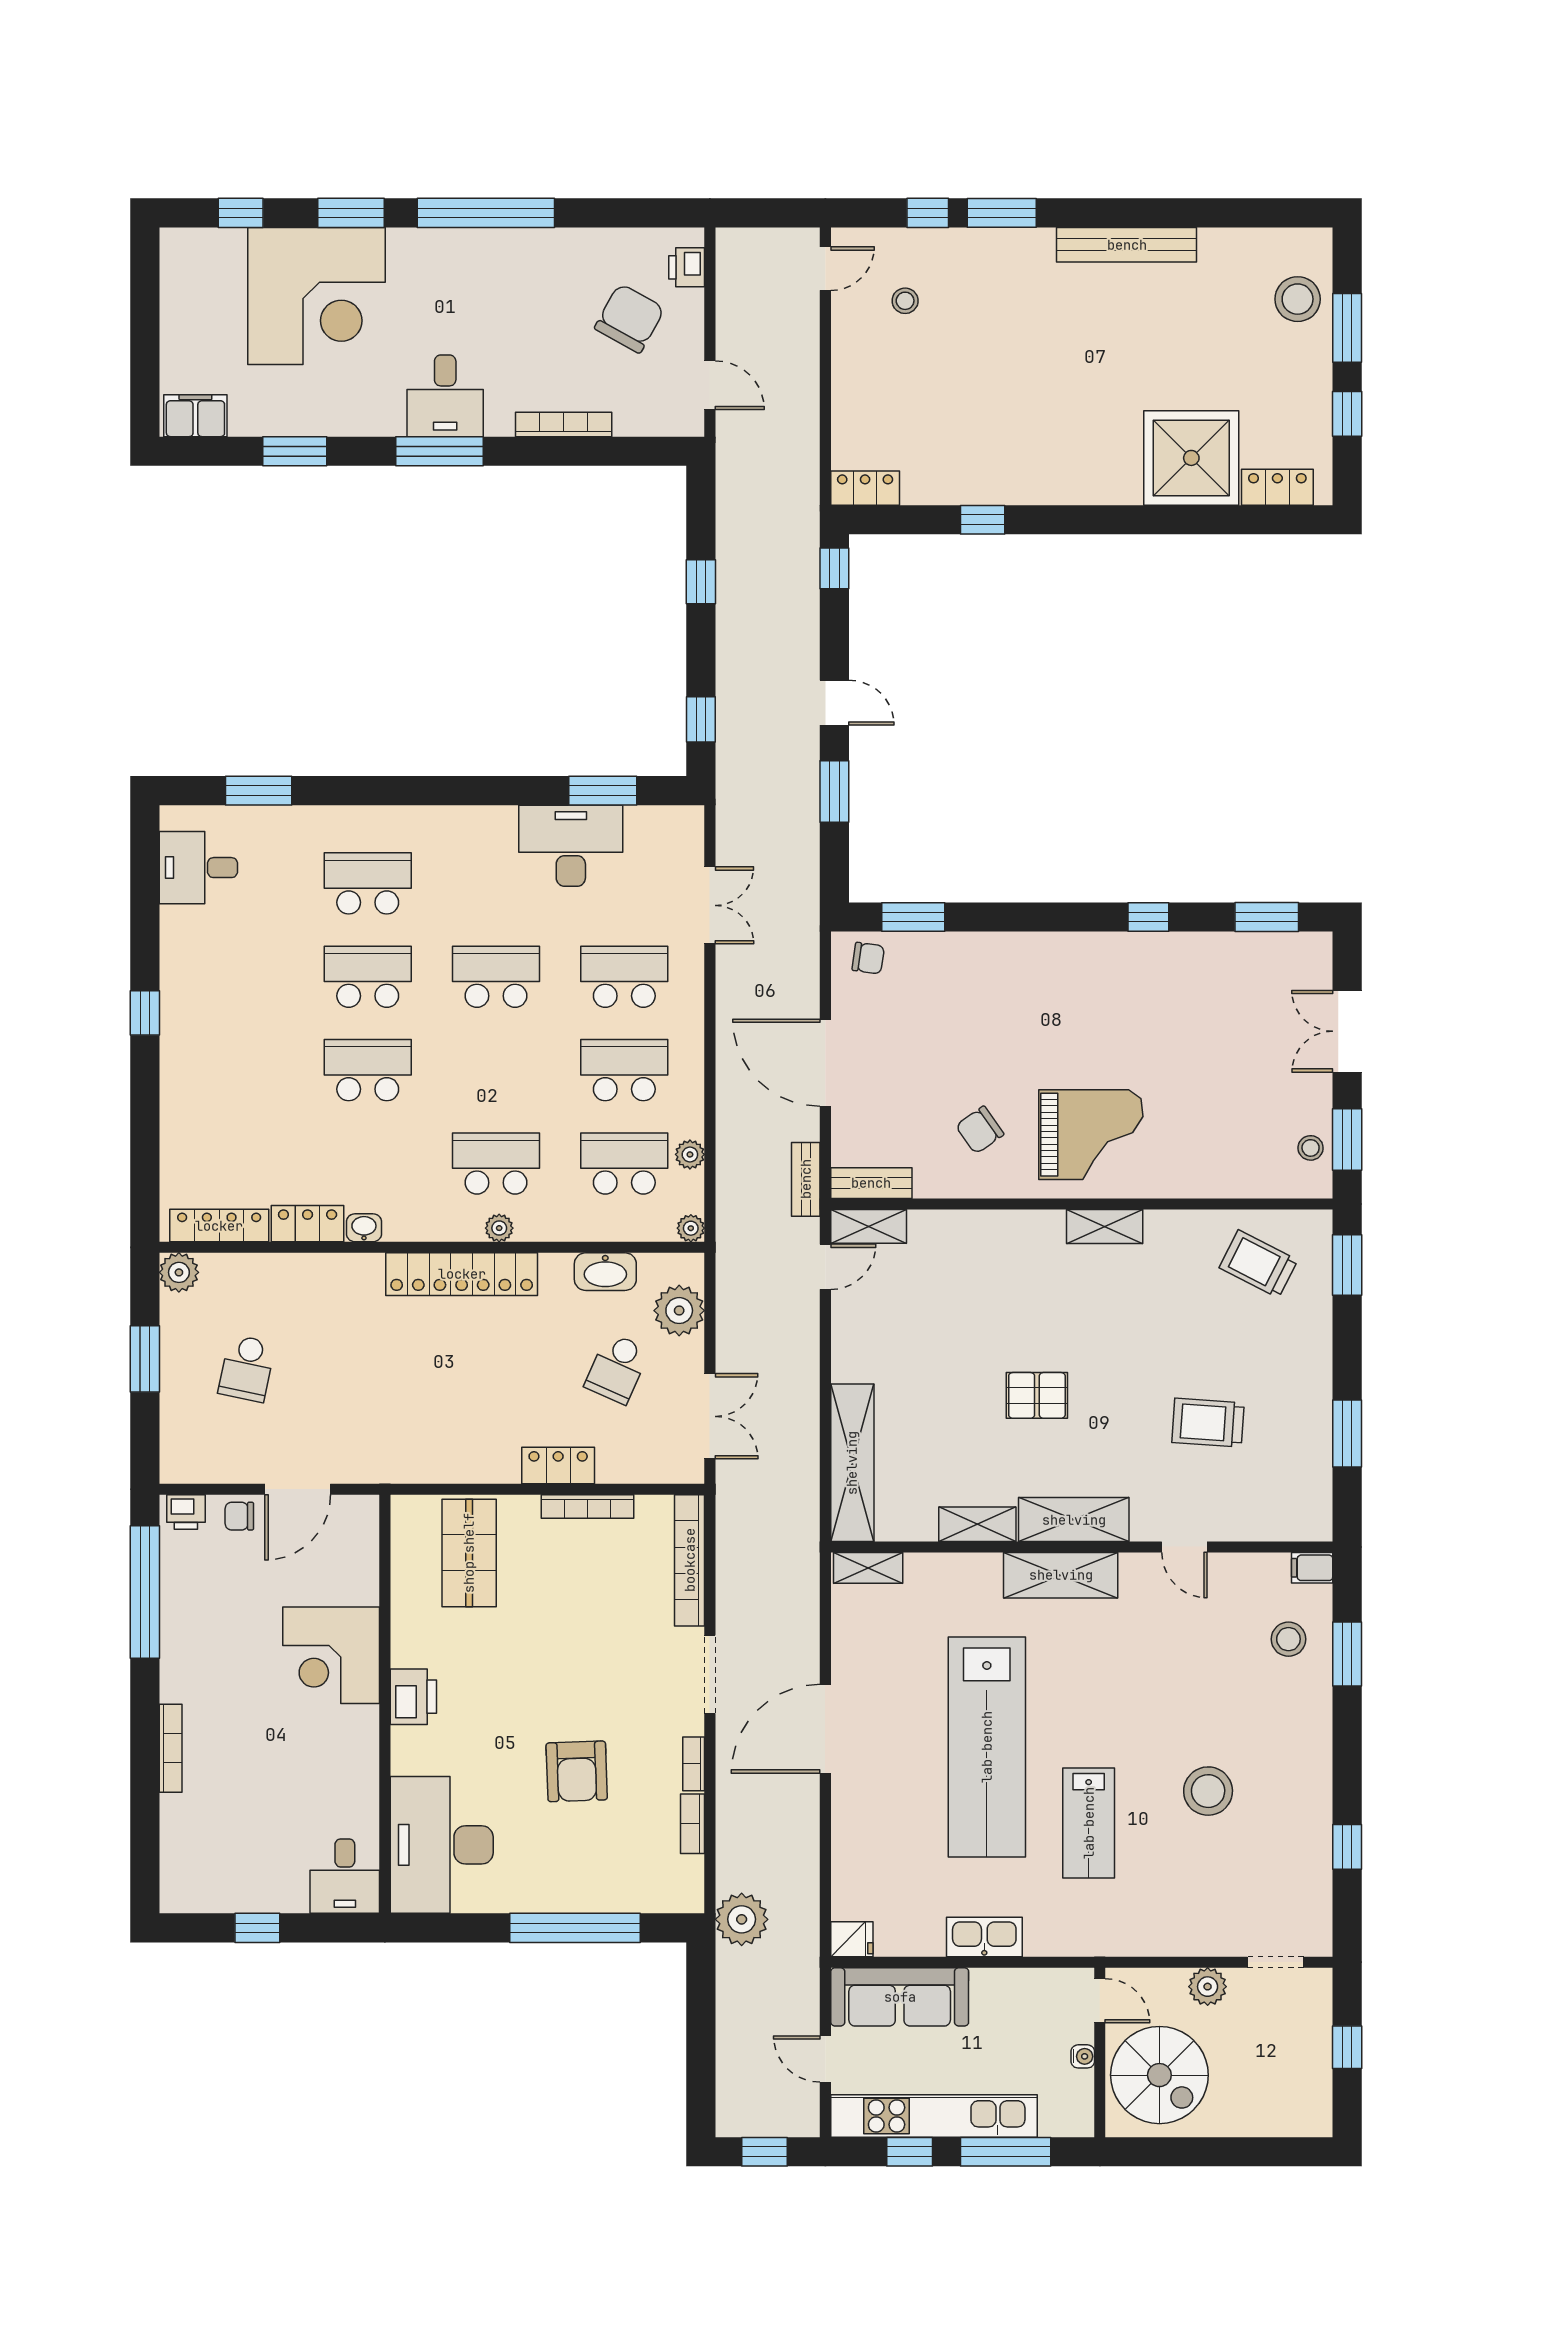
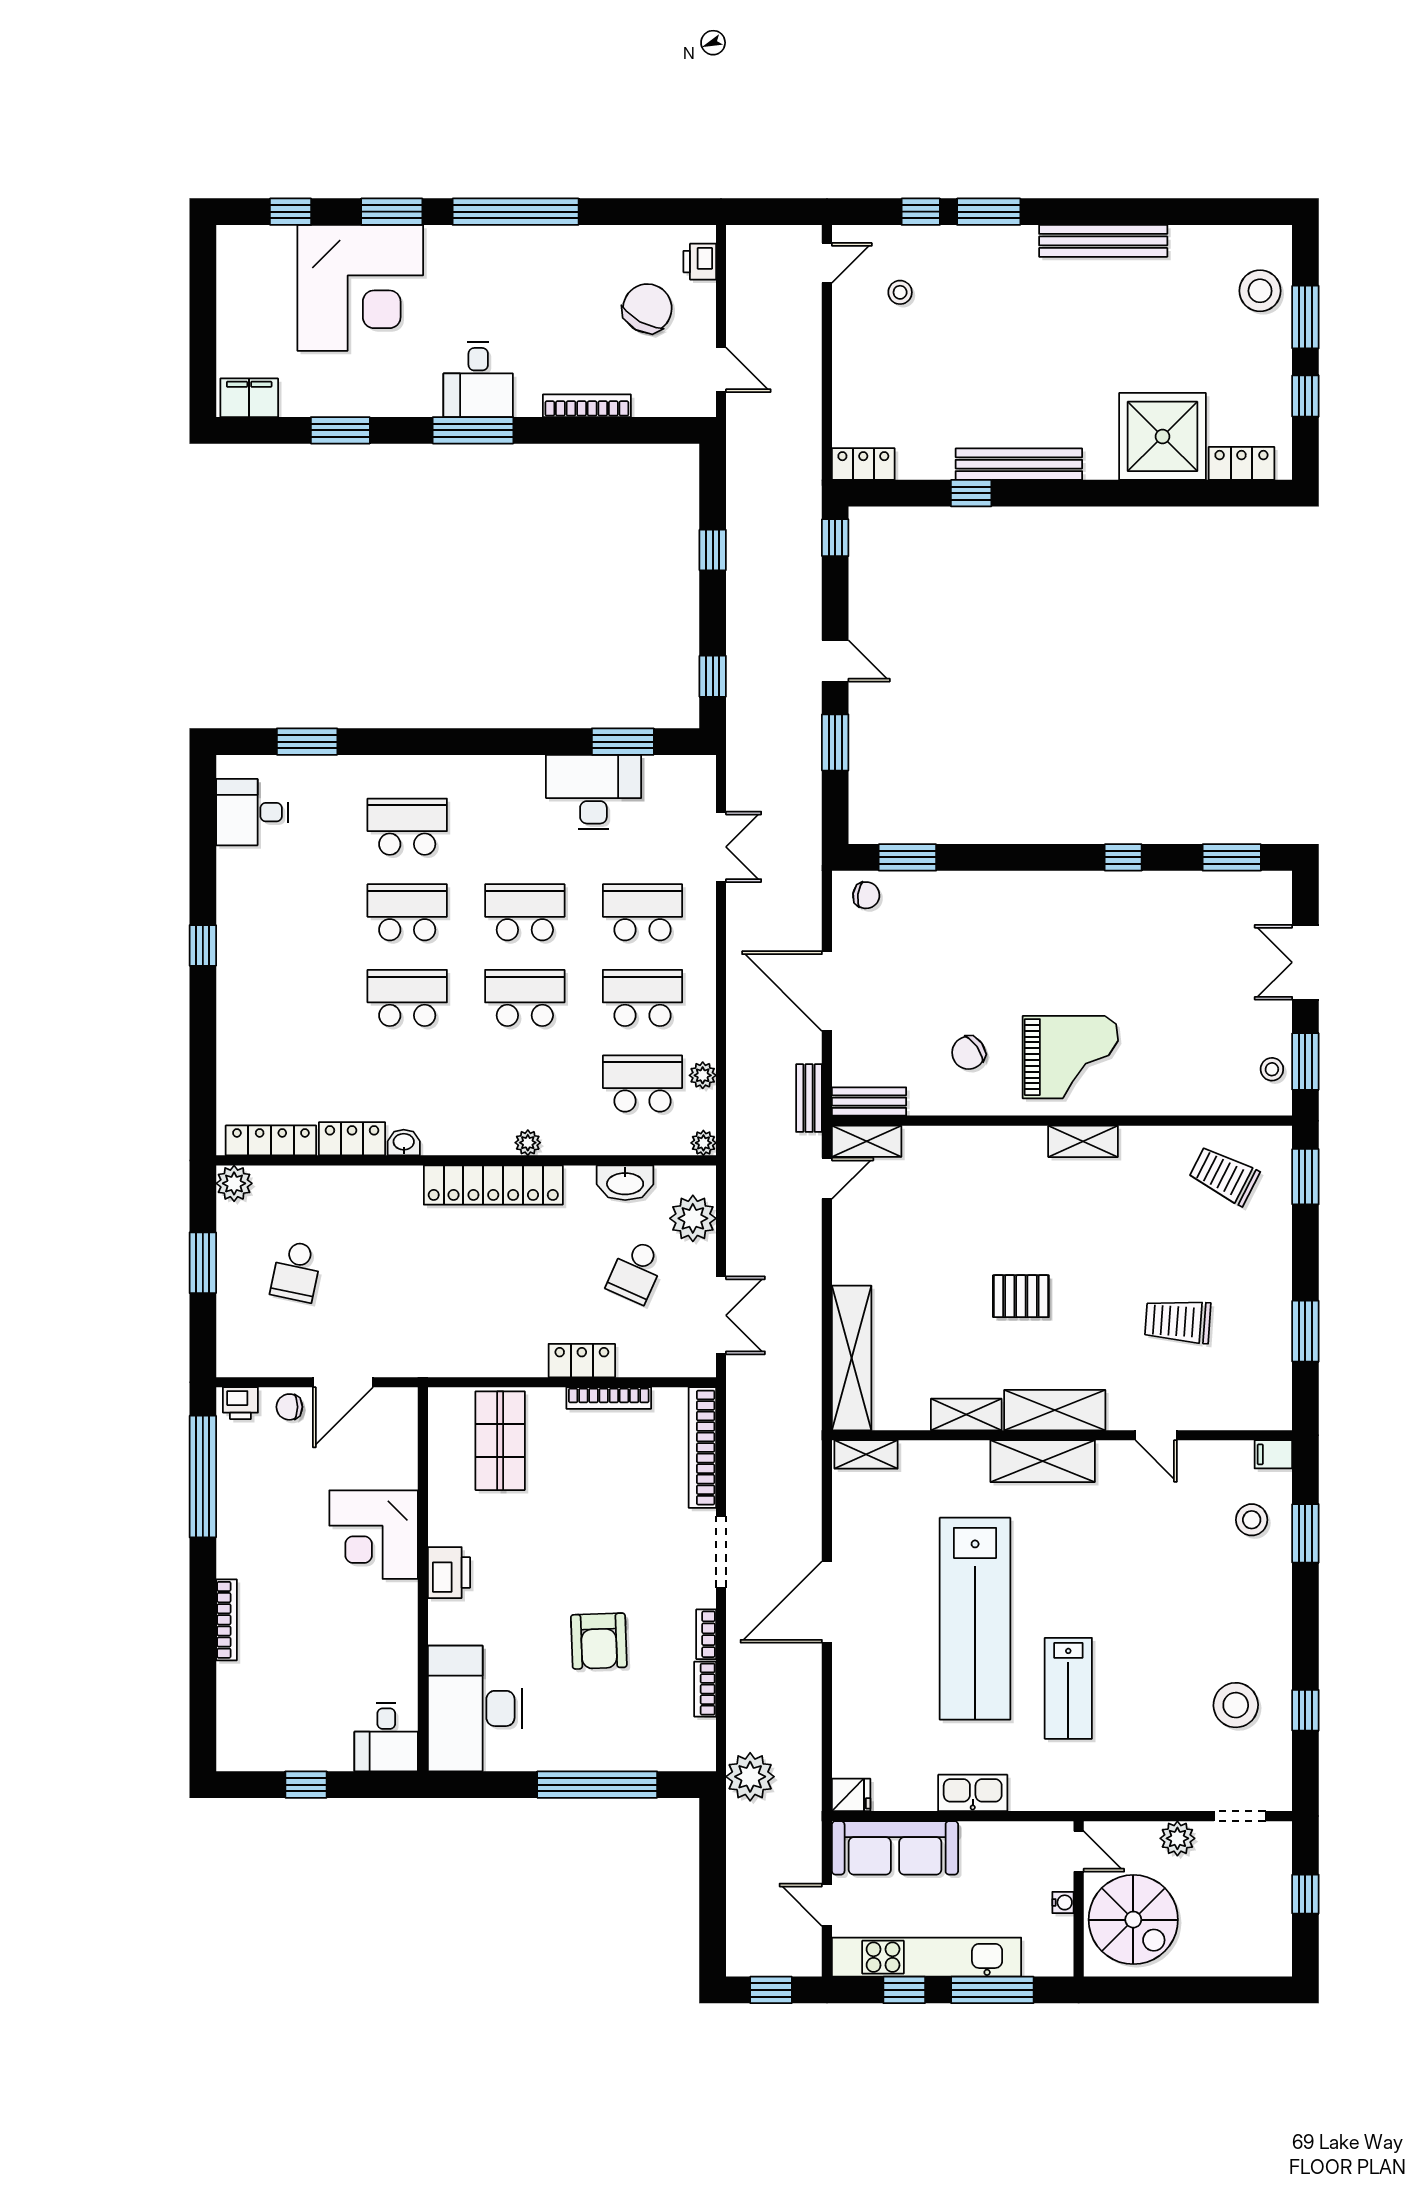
bench: (1035, 488) -> (1019, 464), added
school desk: (496, 1164) -> (525, 998), moved
stool: (1208, 1791) -> (1236, 1705), moved

